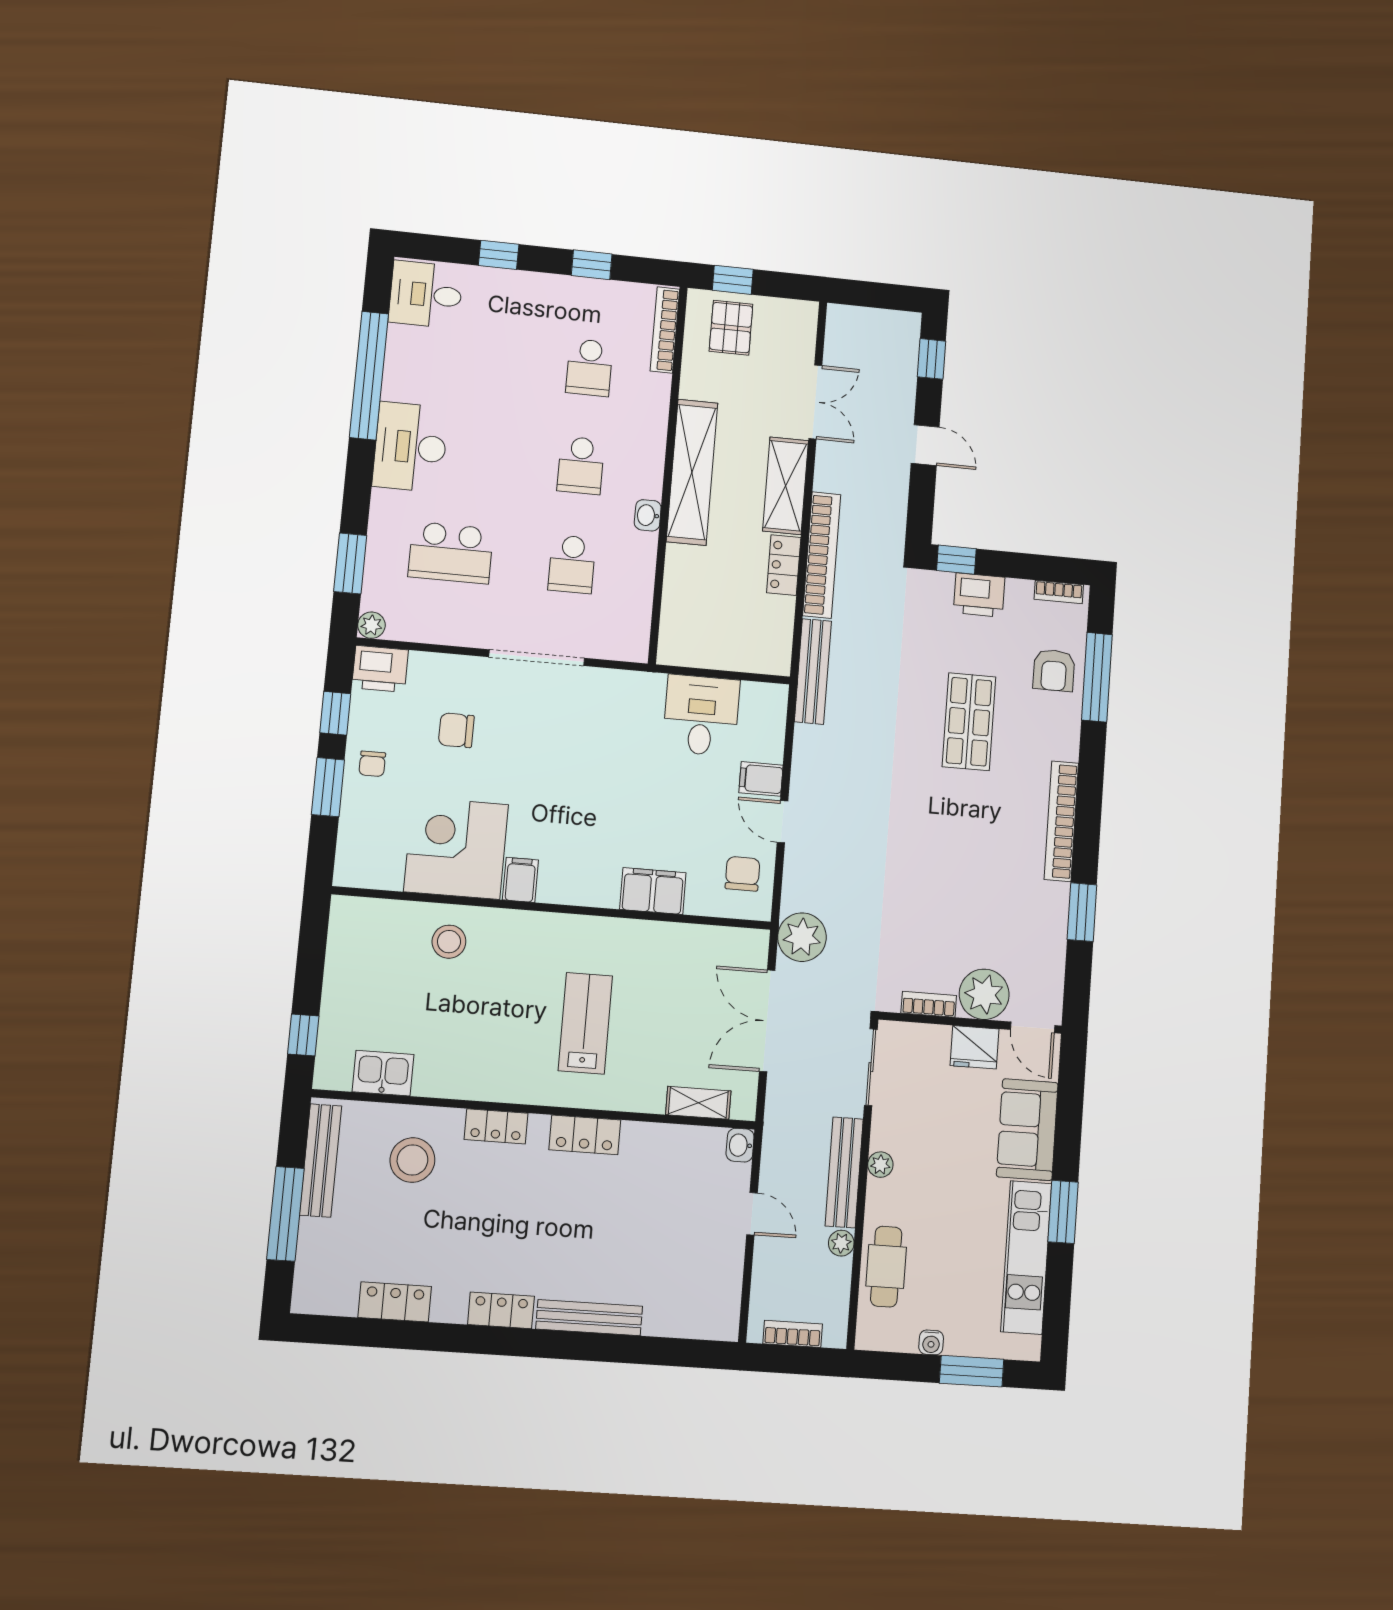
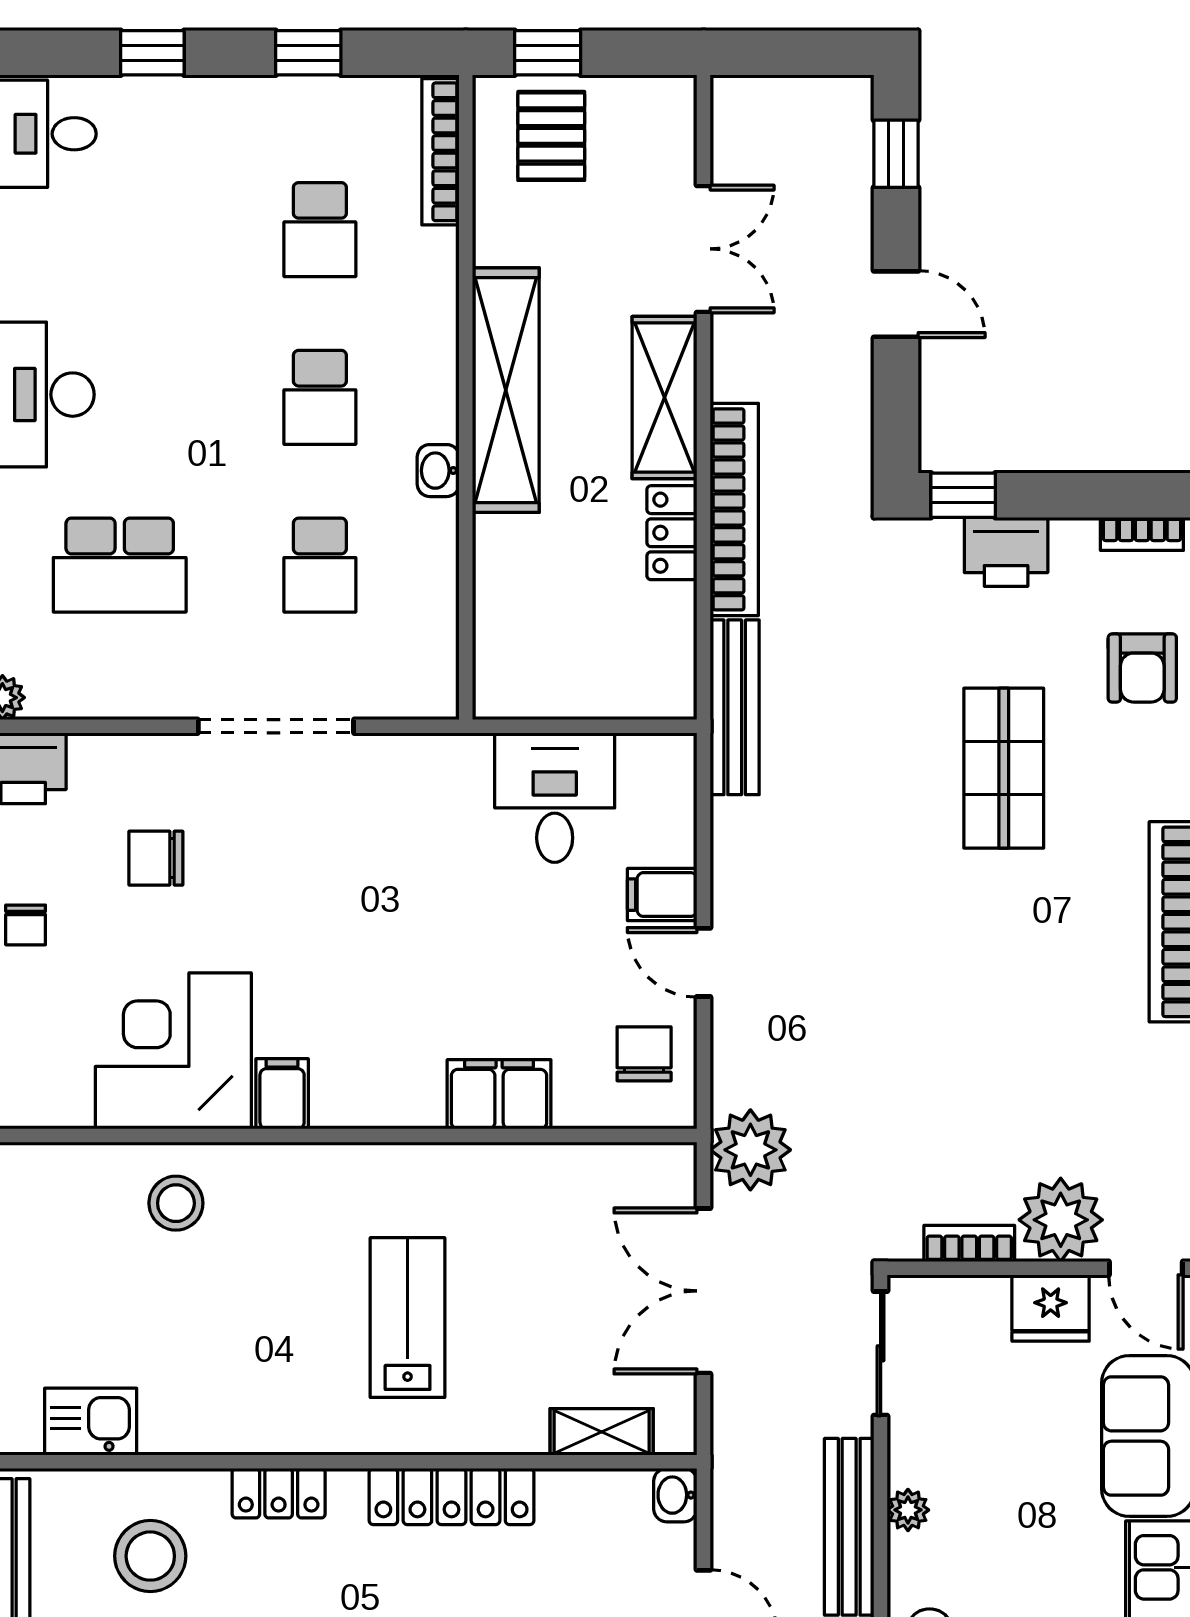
locker: (585, 1135) -> (451, 1496), width x1.53

